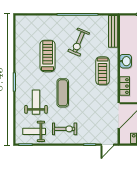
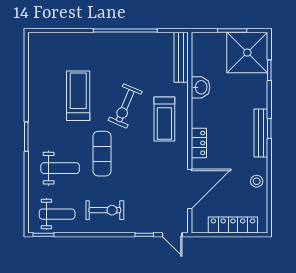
exercise bike: (79, 42) -> (125, 106), moved
washbasin: (126, 61) -> (201, 87), moved
weight bench: (36, 102) -> (60, 168), turned 90
weight bench: (34, 131) -> (57, 214), turned 180
door: (107, 145) -> (172, 235), hinge flipped

